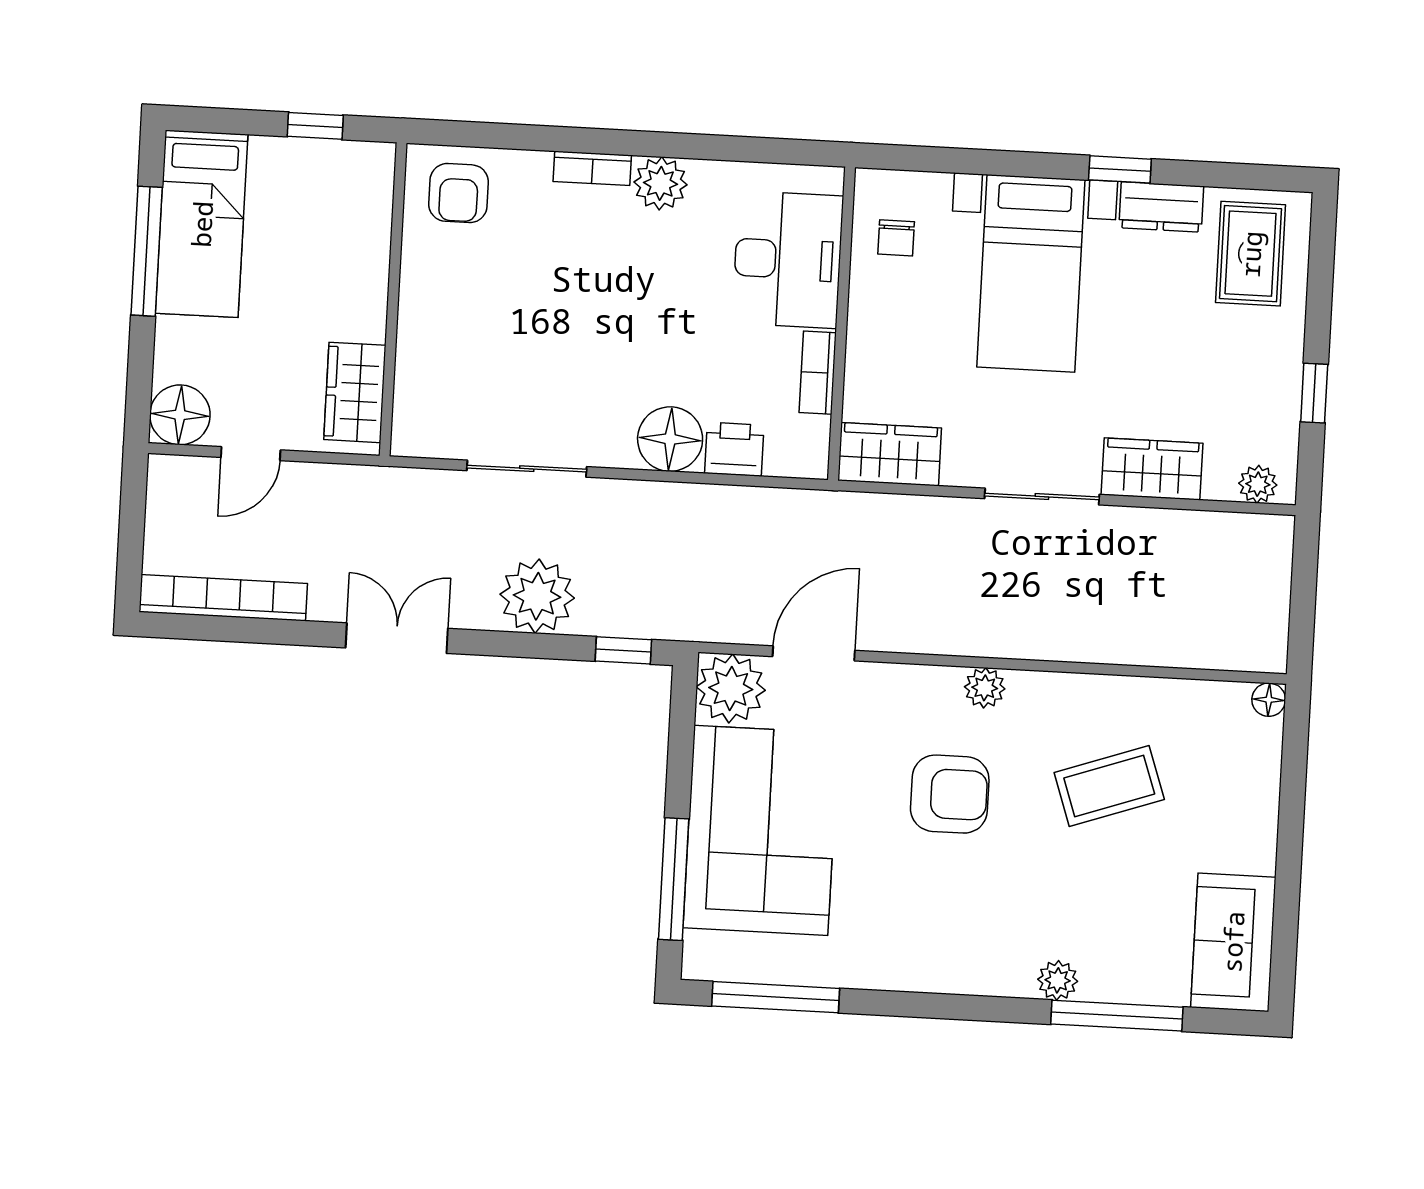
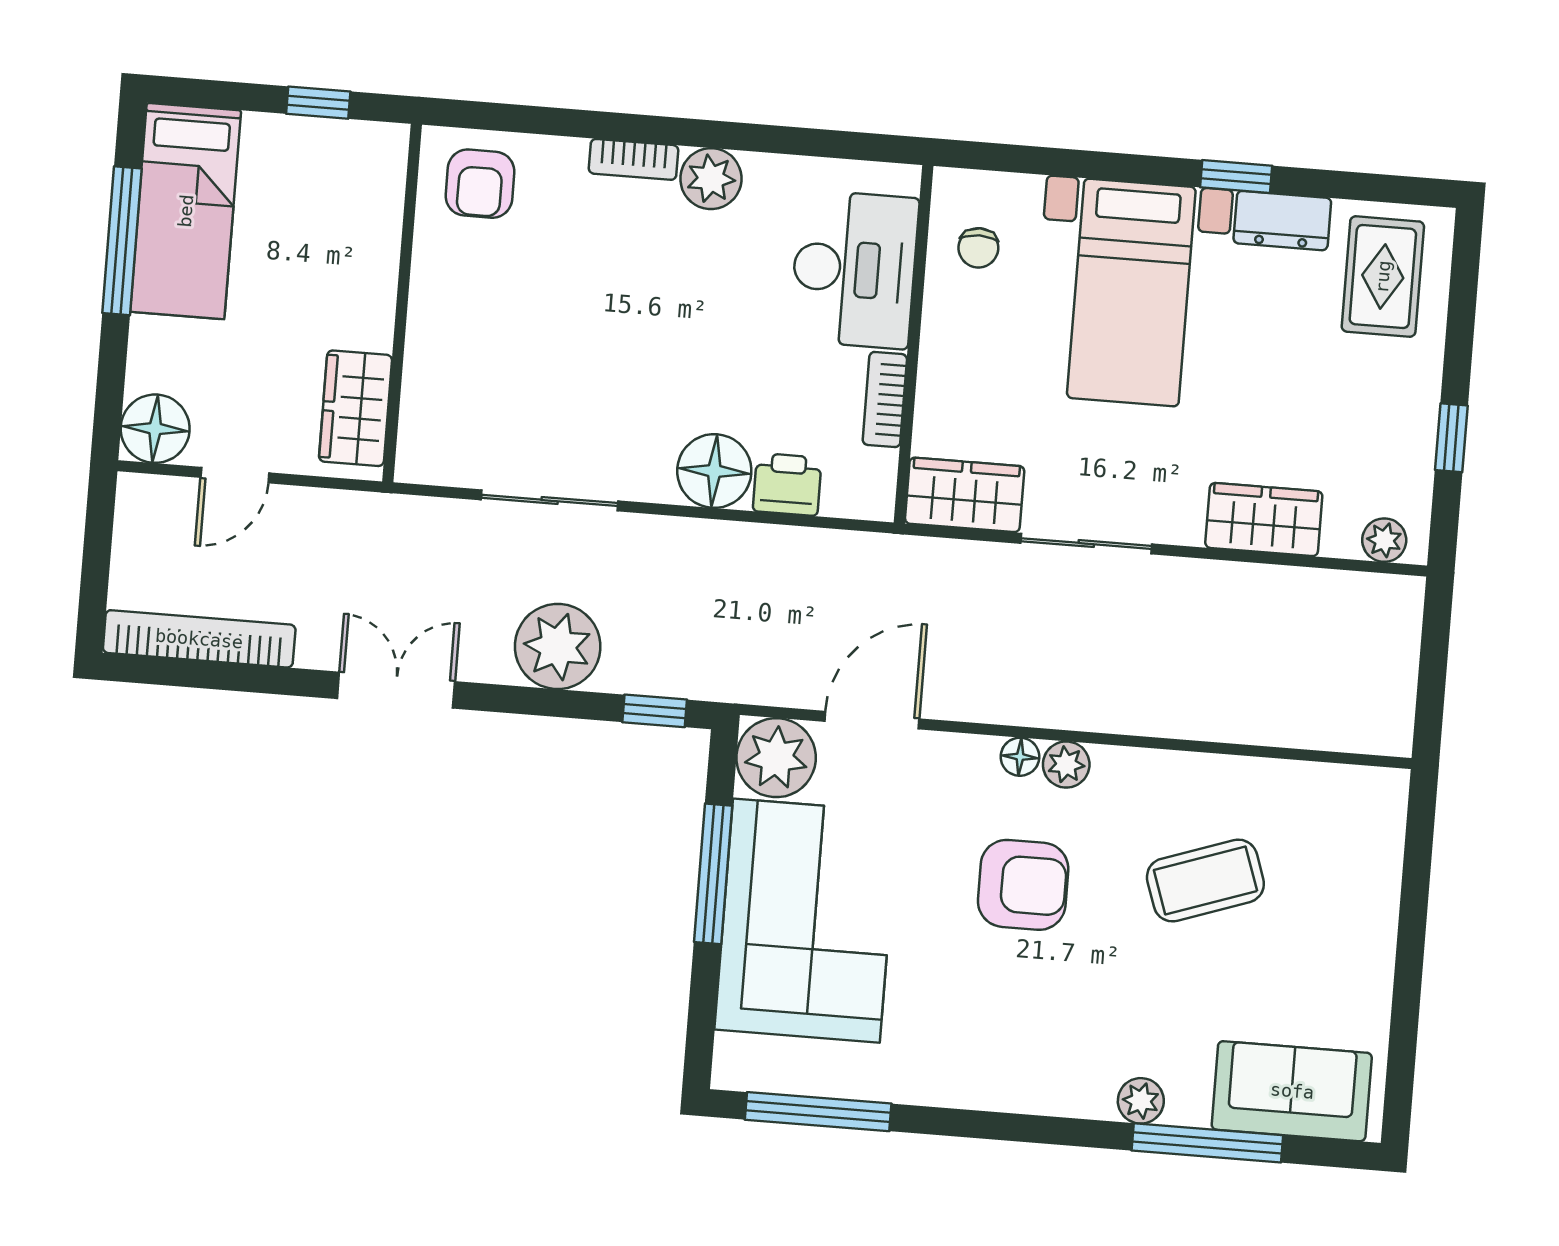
sliding door: (1042, 497) -> (1086, 544), moved
floor lamp: (1269, 700) -> (1020, 757), moved
window: (674, 879) -> (713, 874), moved
sofa: (1233, 942) -> (1292, 1091), moved, turned 90

